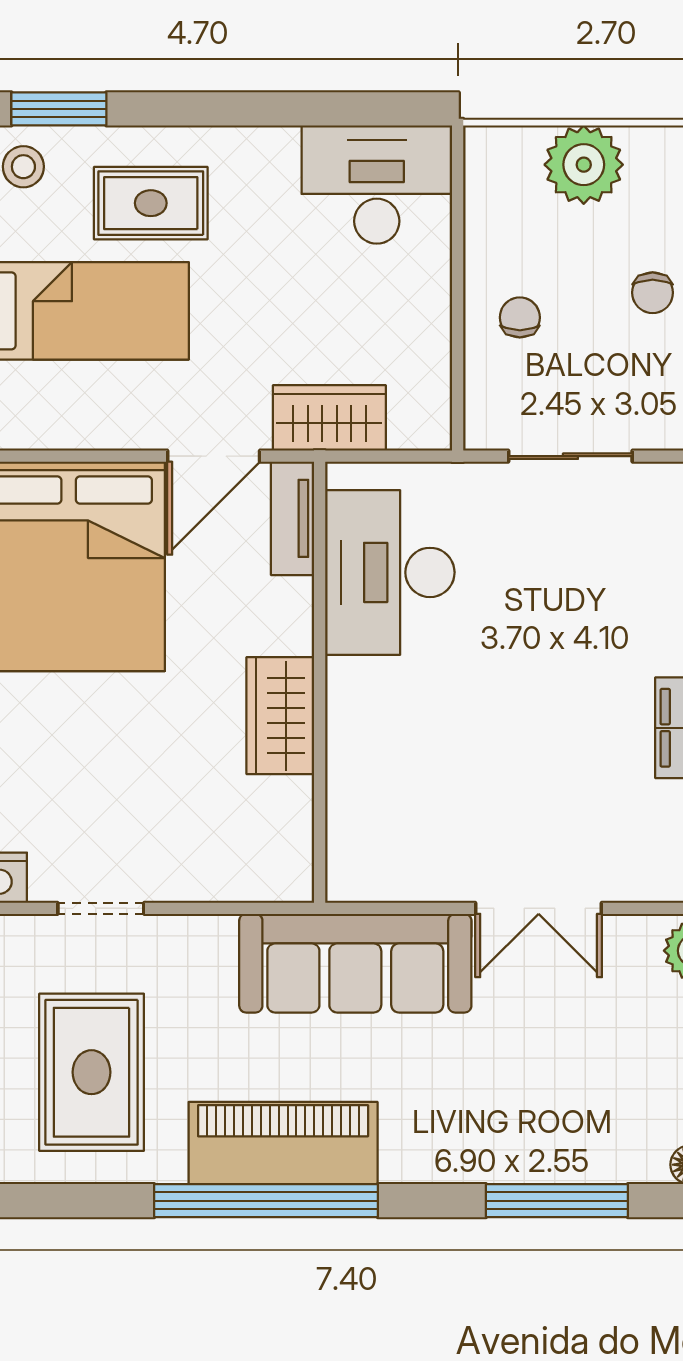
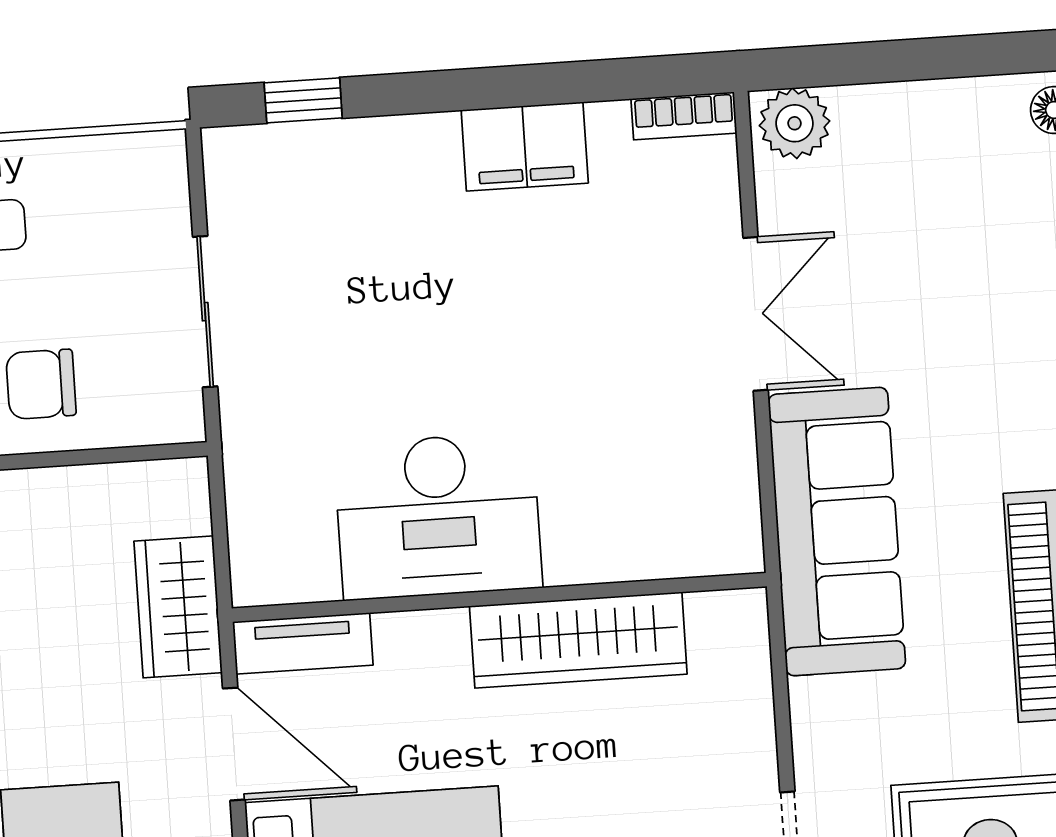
chair: (520, 317) -> (41, 384), width x1.37, depth x1.37
desk: (390, 572) -> (438, 516), moved
wardrobe: (280, 716) -> (578, 640), width x1.50

